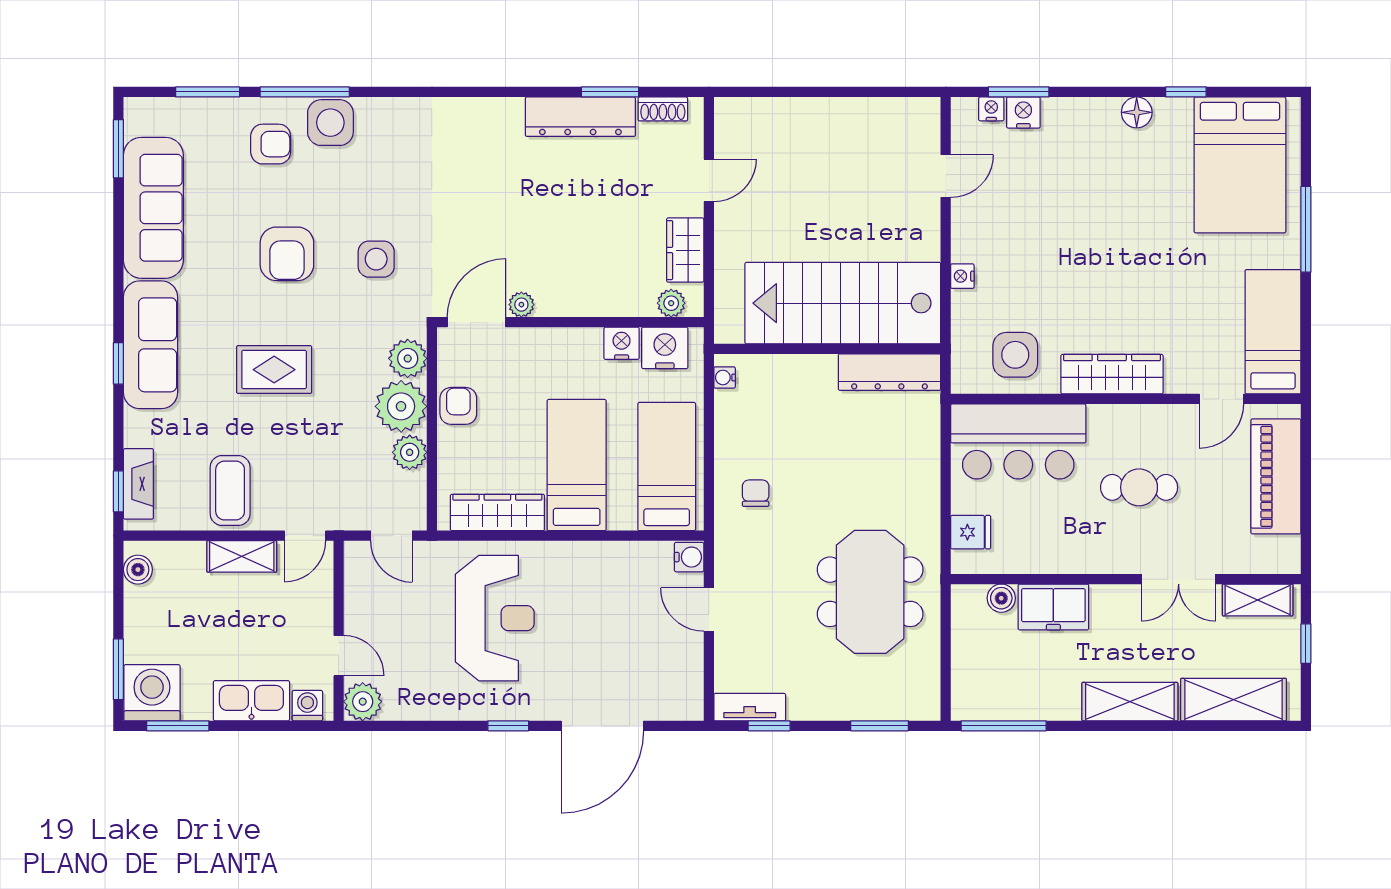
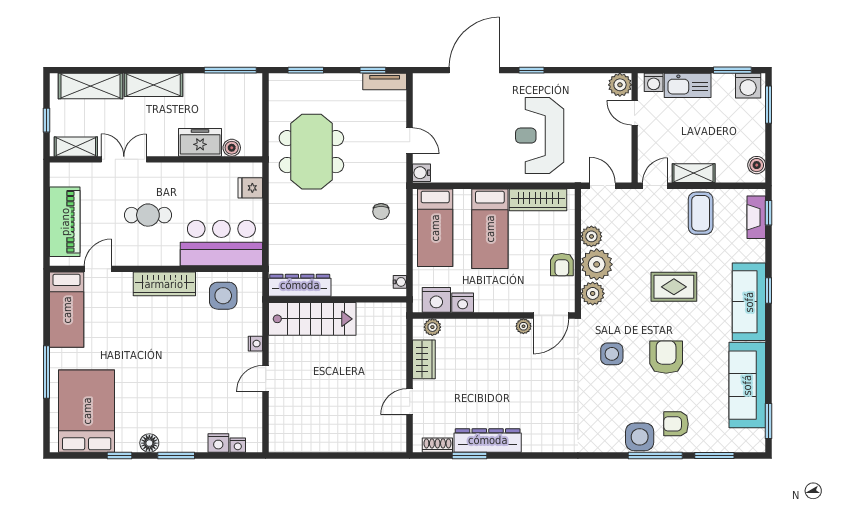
window: (1019, 92) -> (176, 455), moved
door: (946, 176) -> (266, 379), moved
stairs: (843, 303) -> (312, 319), width x0.73, depth x0.66
washing machine: (152, 693) -> (748, 86), width x0.73, depth x0.73

